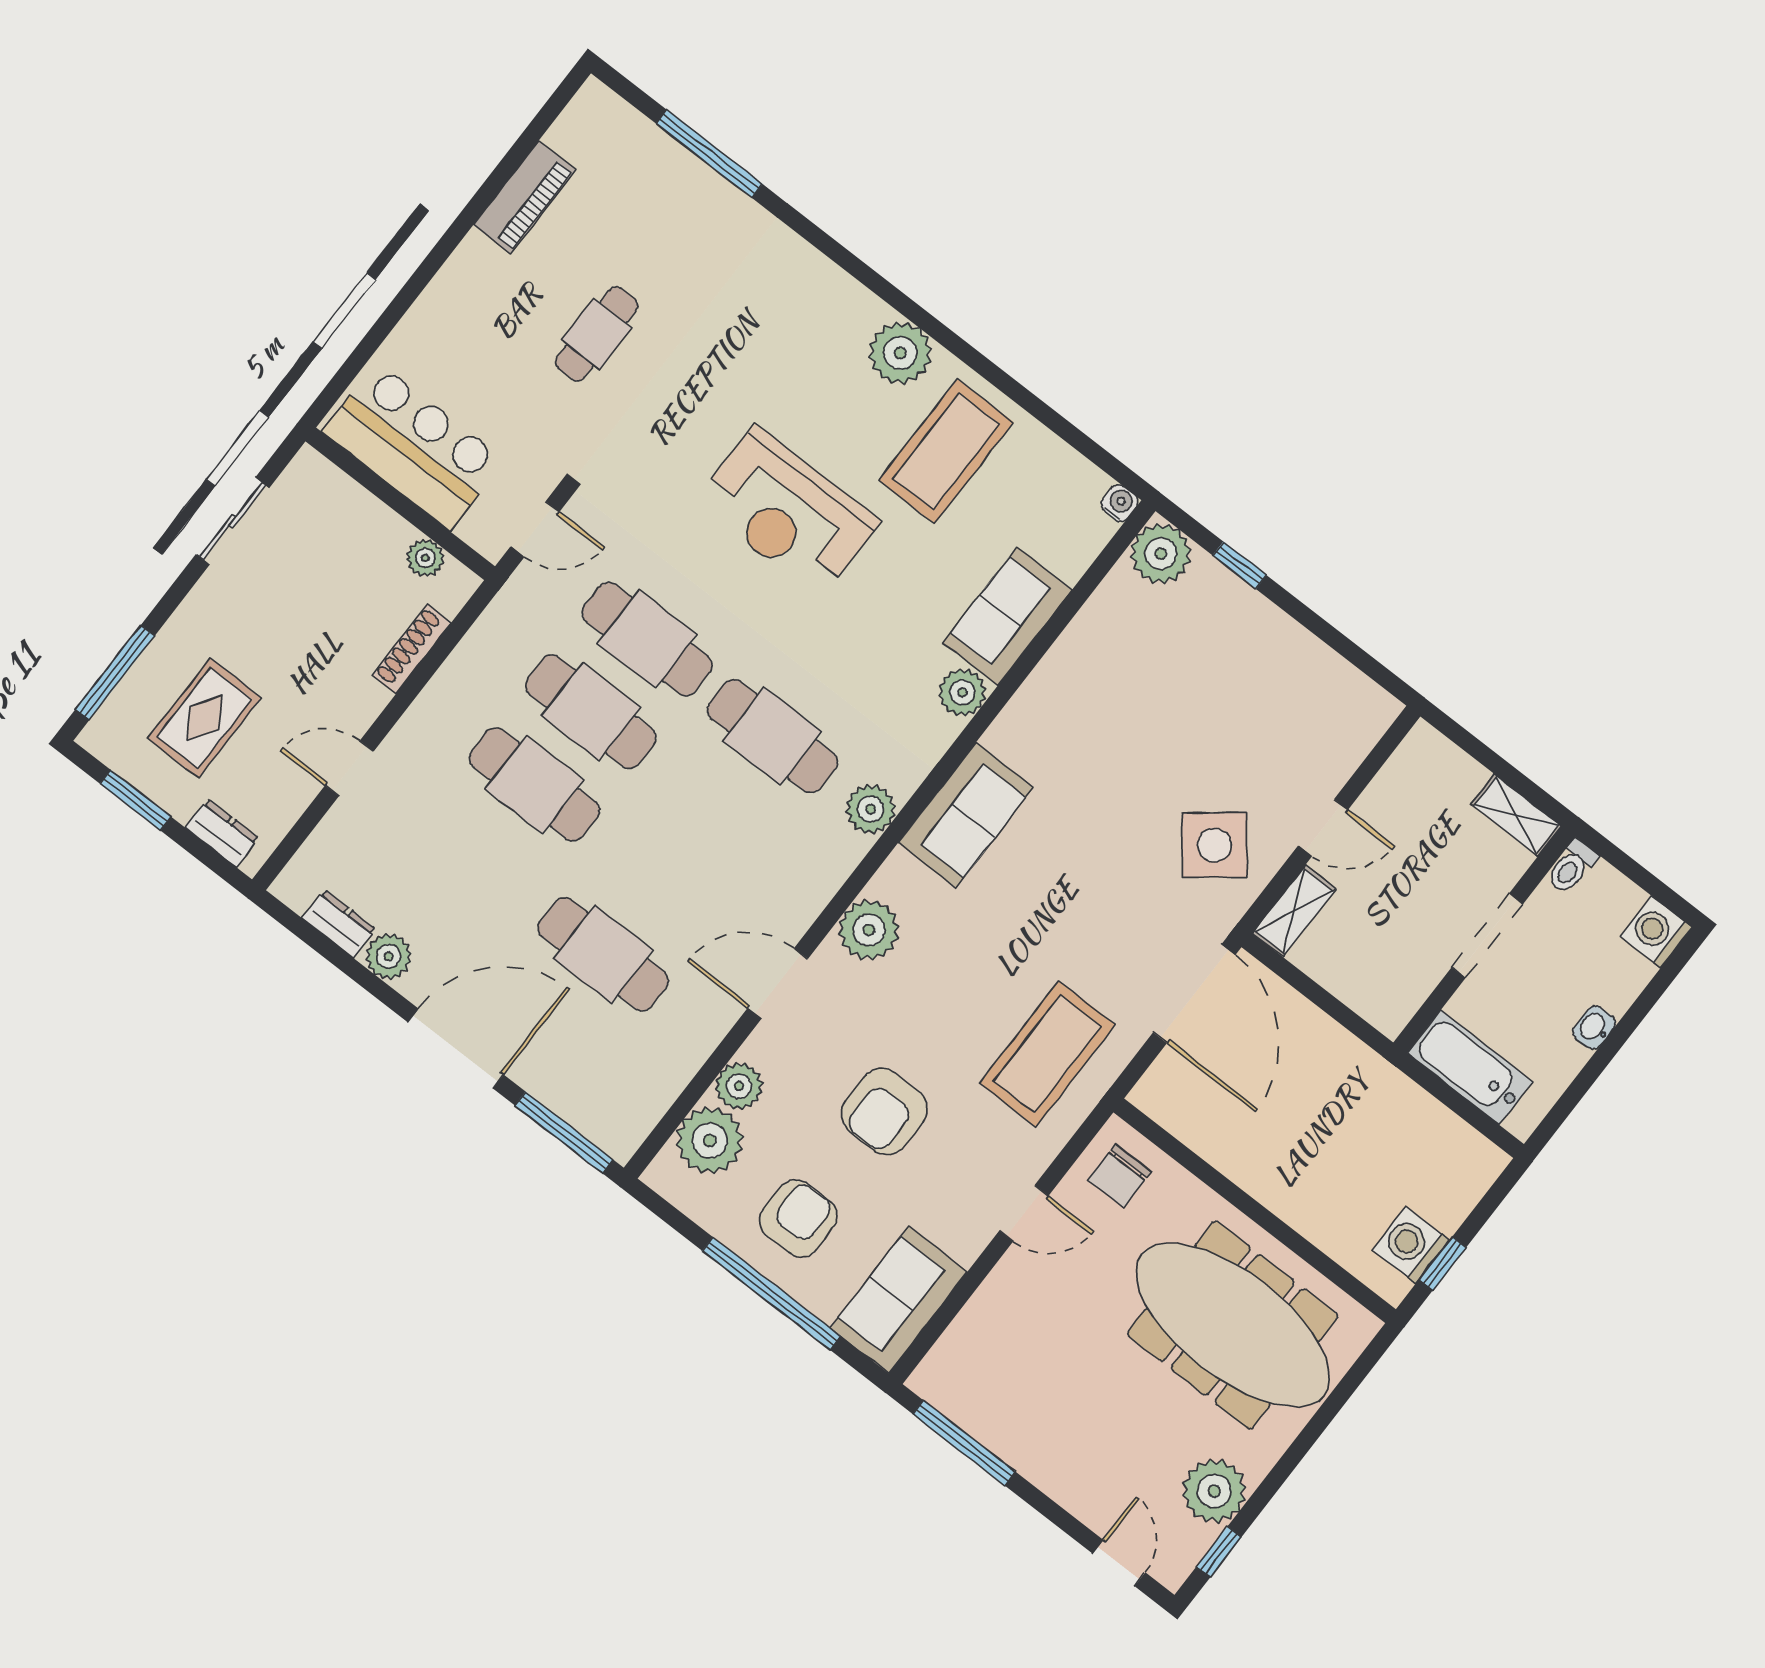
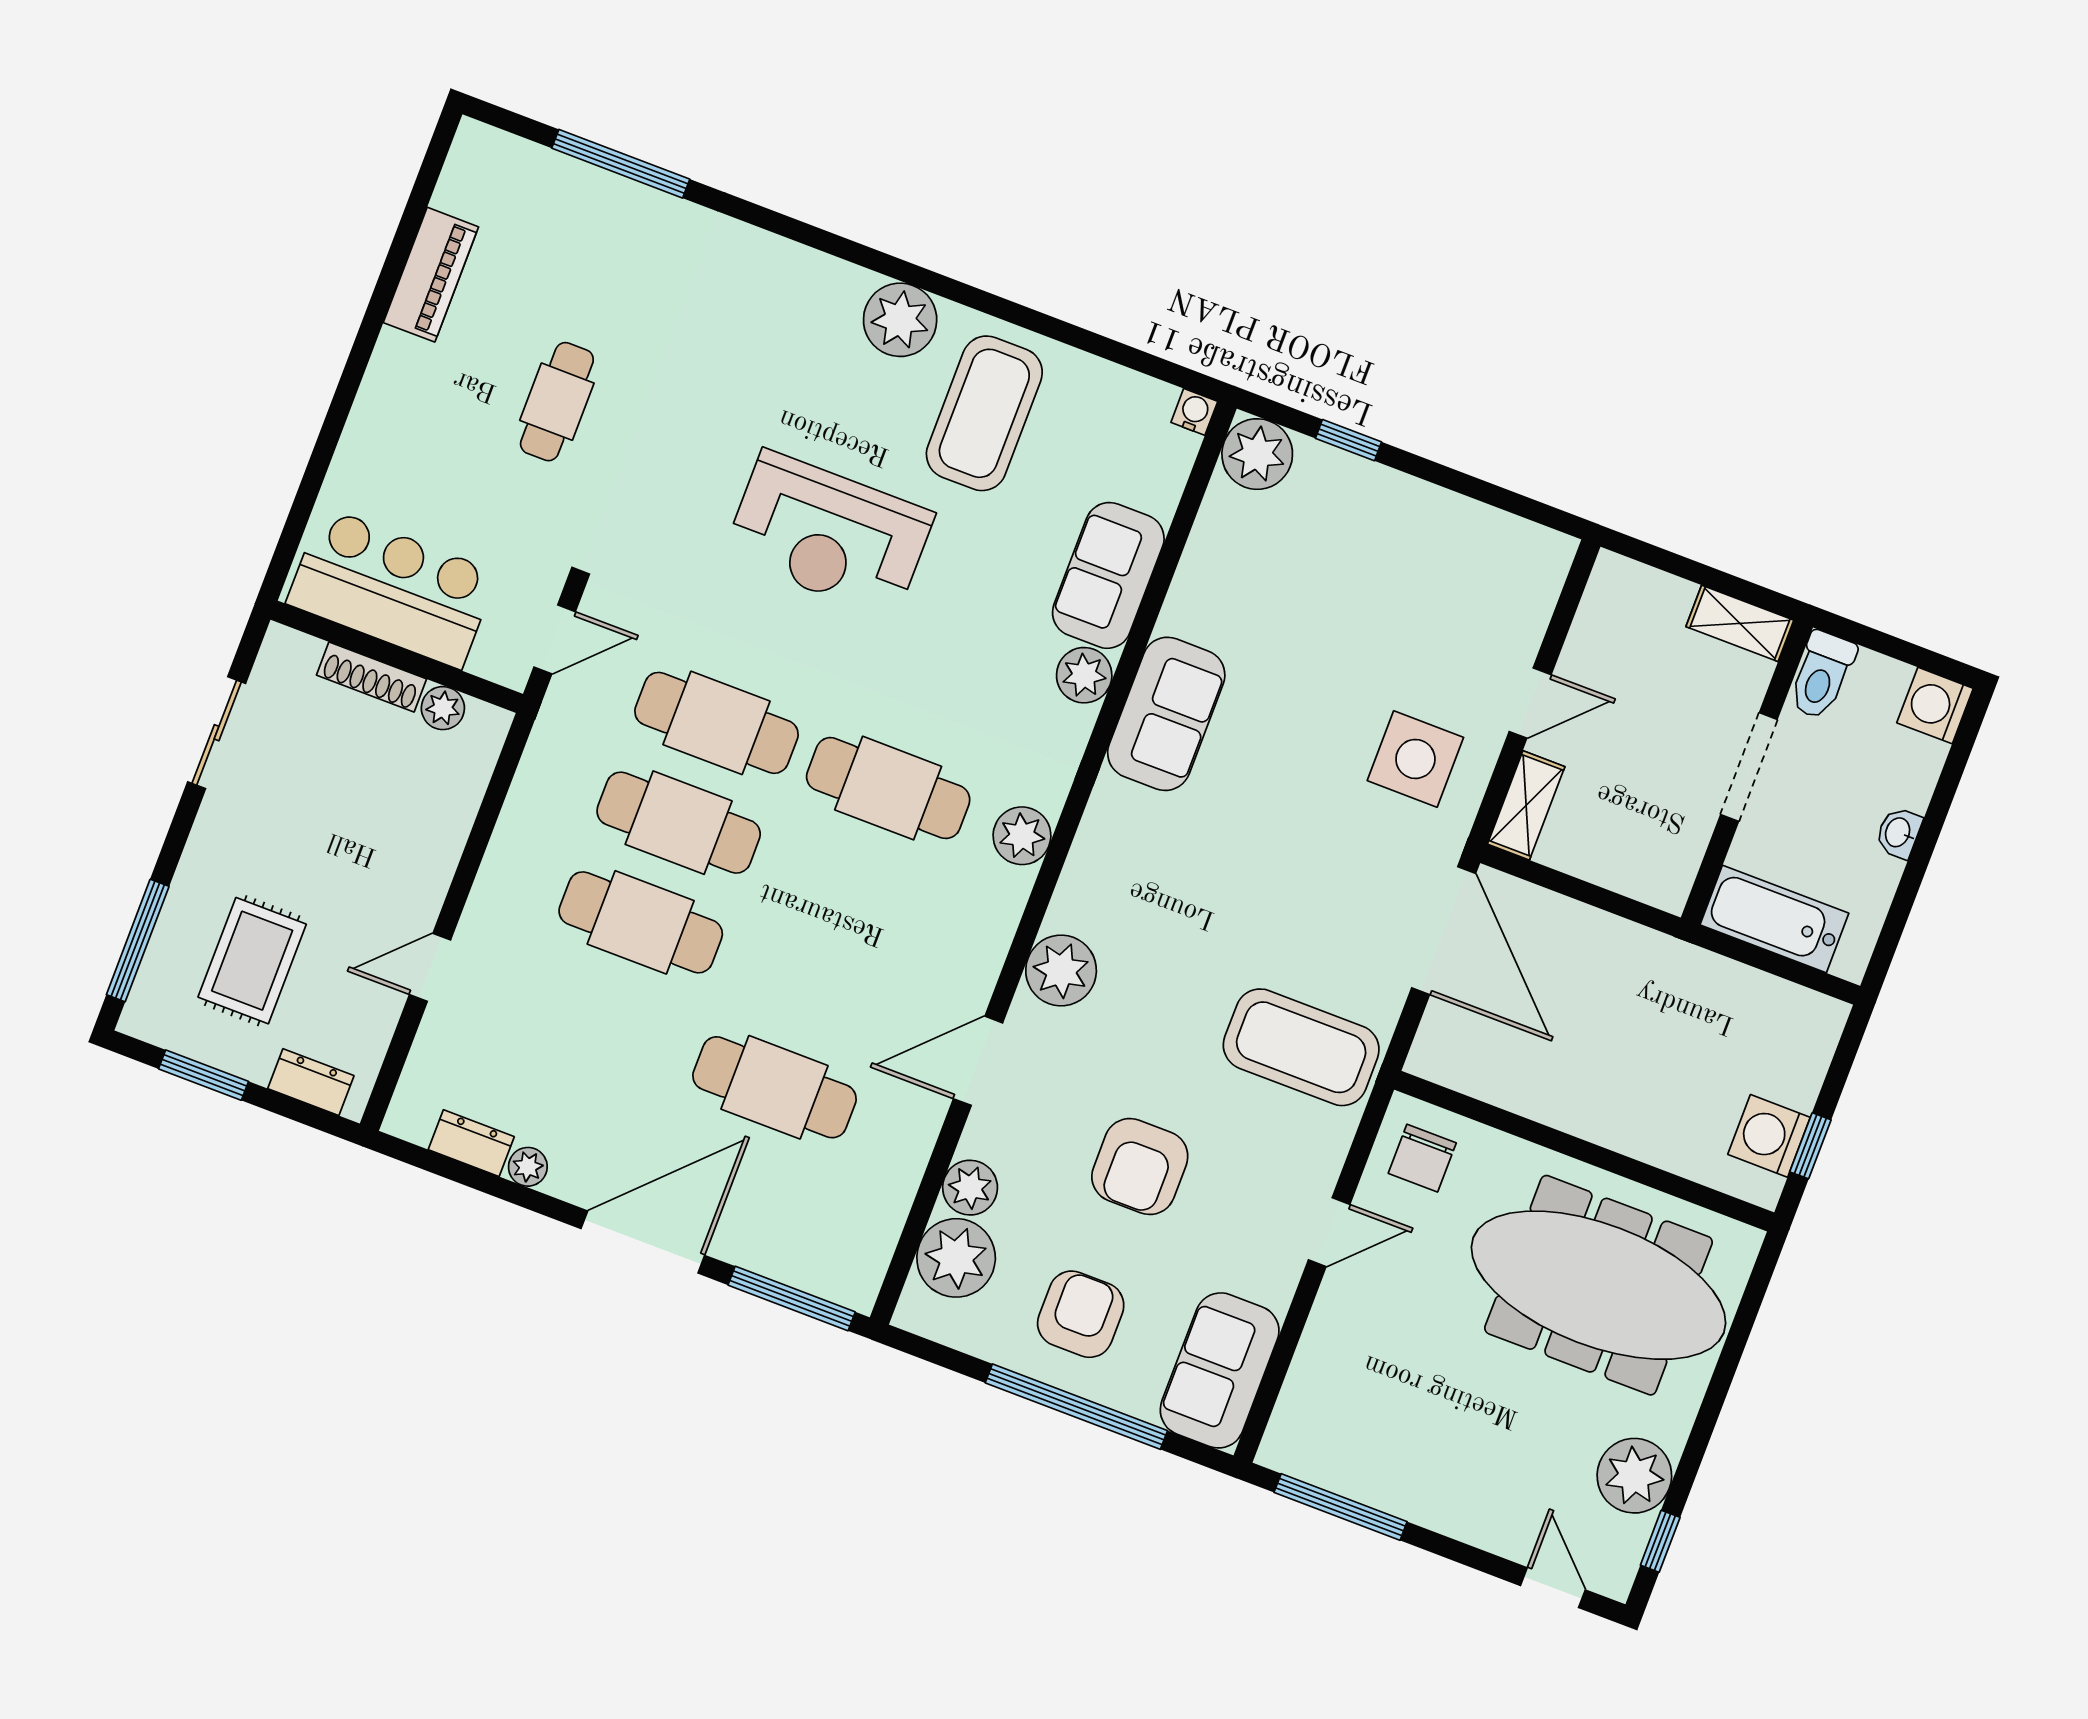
shoe rack: (412, 649) -> (371, 677), moved, turned -90
sofa: (966, 815) -> (1166, 714), moved
side table: (1214, 845) -> (1415, 759), turned 38
toilet: (1572, 867) -> (1822, 675), width x1.37, depth x1.39
plant: (388, 956) -> (528, 1167), width x0.73, depth x0.73
coffee table: (1047, 1054) -> (1301, 1047), turned 90

